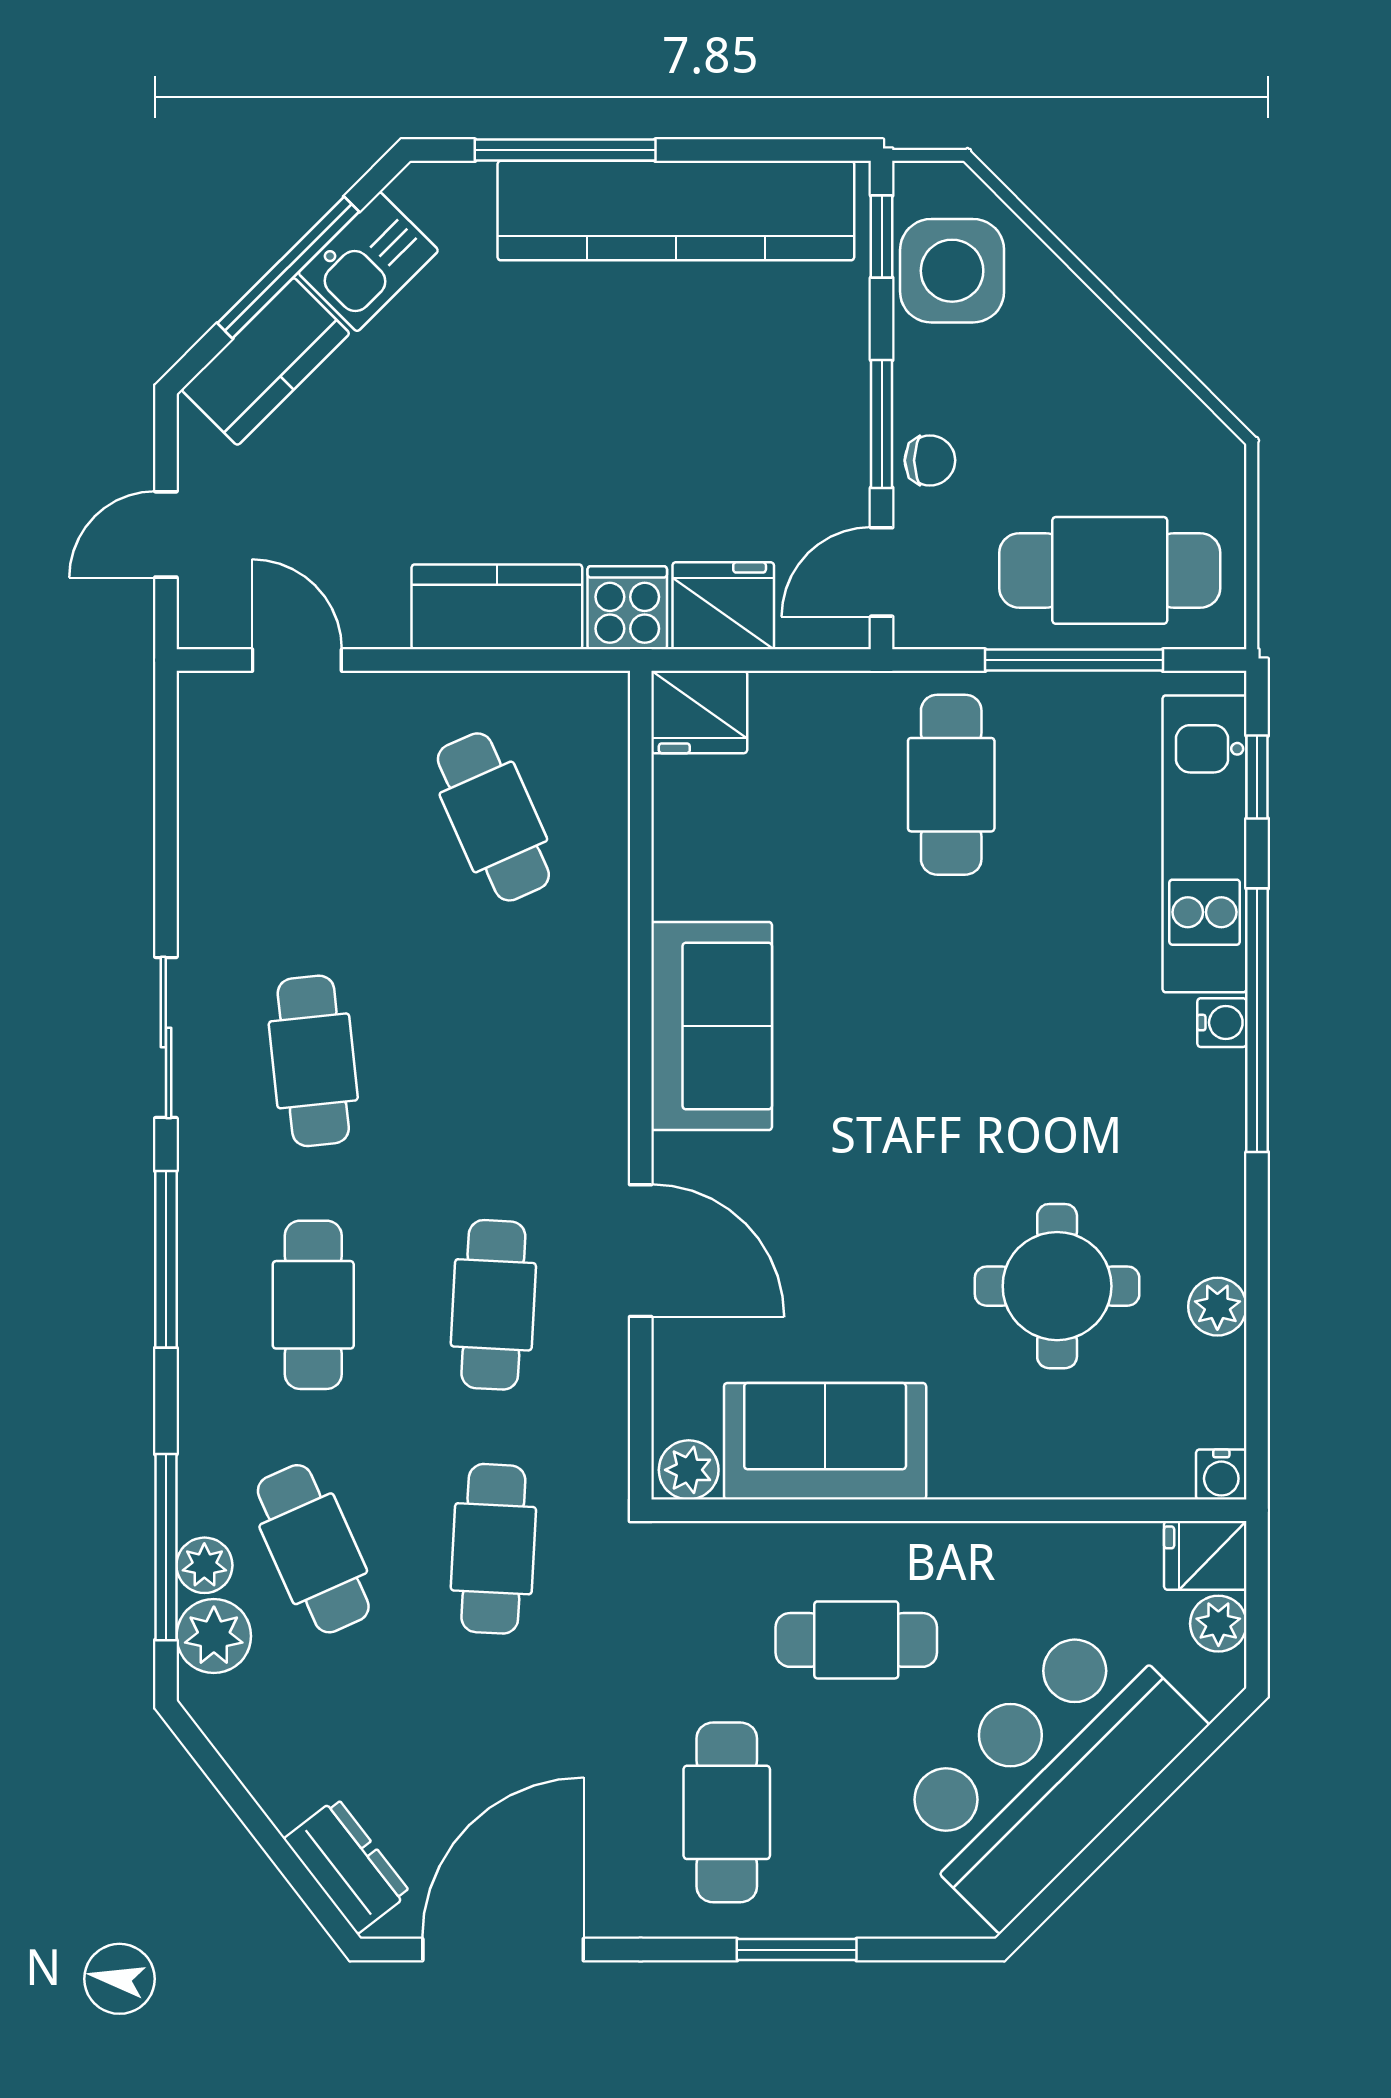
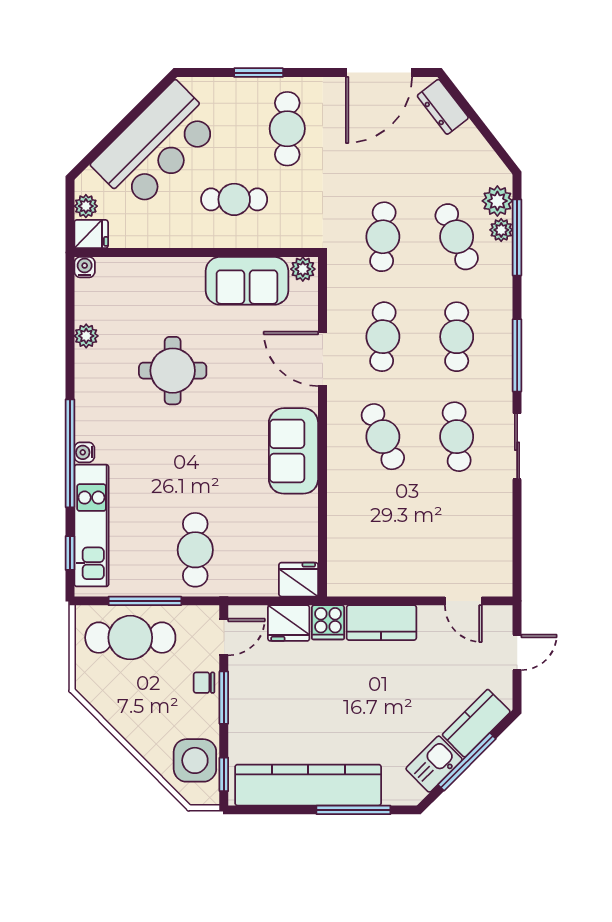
cafe table: (493, 817) -> (383, 437), moved
round table: (1057, 1286) -> (173, 371), moved

